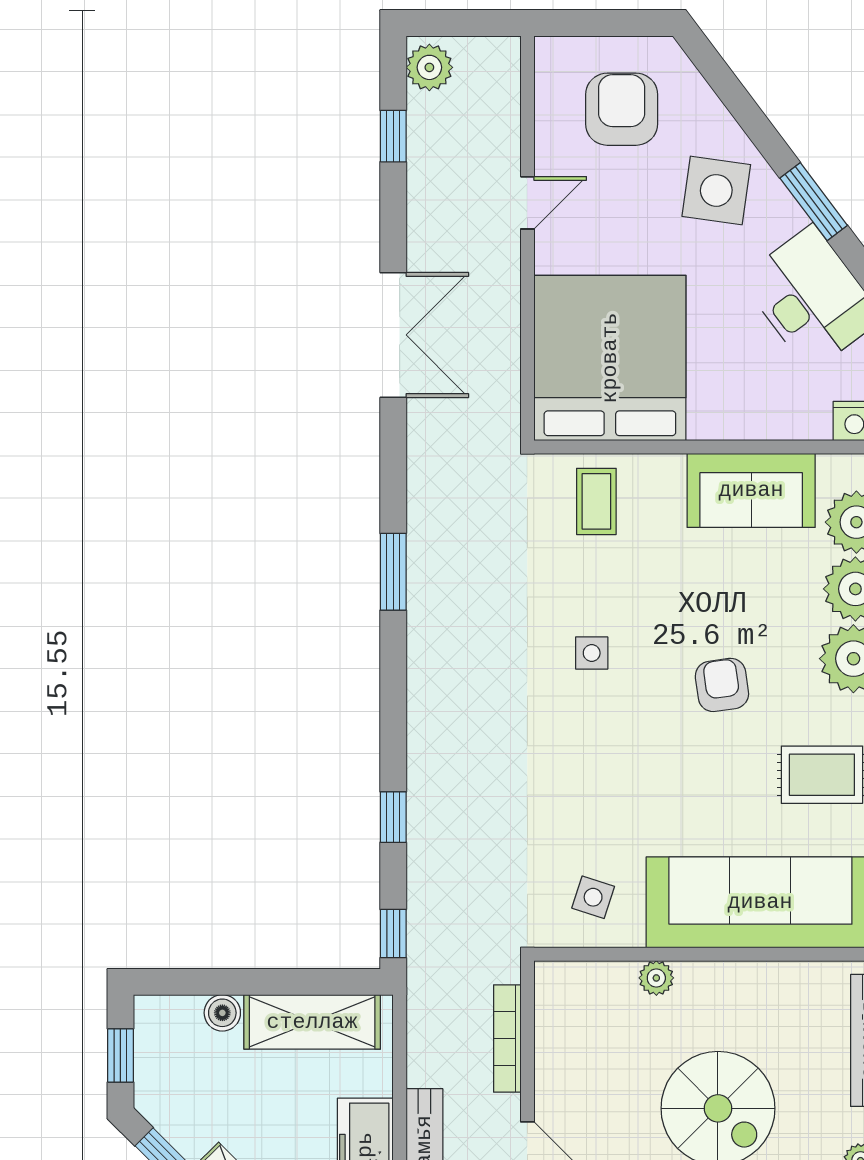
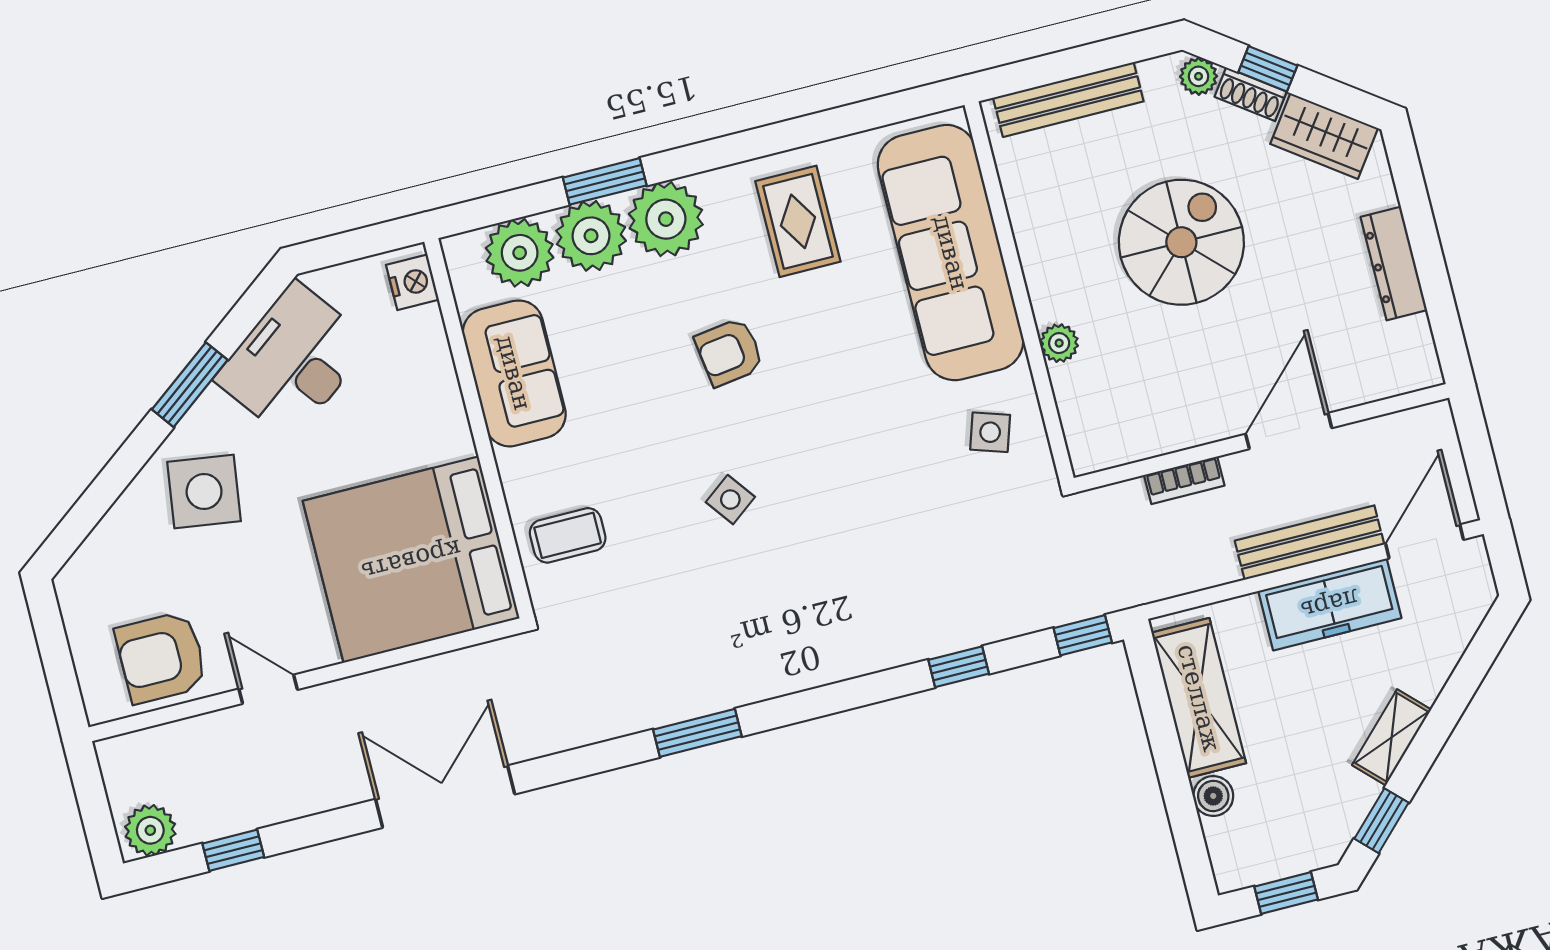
armchair: (622, 109) -> (161, 657), moved
side table: (592, 653) -> (730, 500), turned -37
bookcase: (507, 1038) -> (1184, 480), width x0.64

